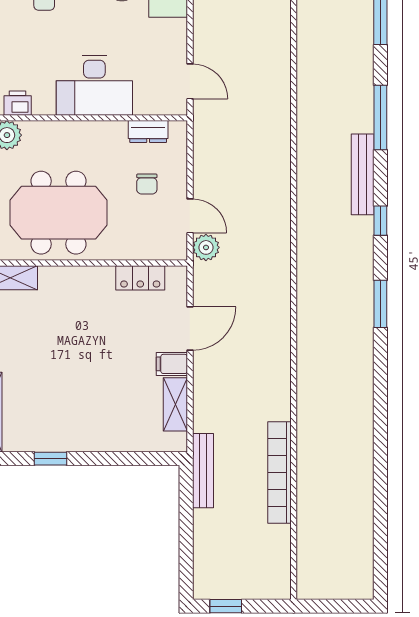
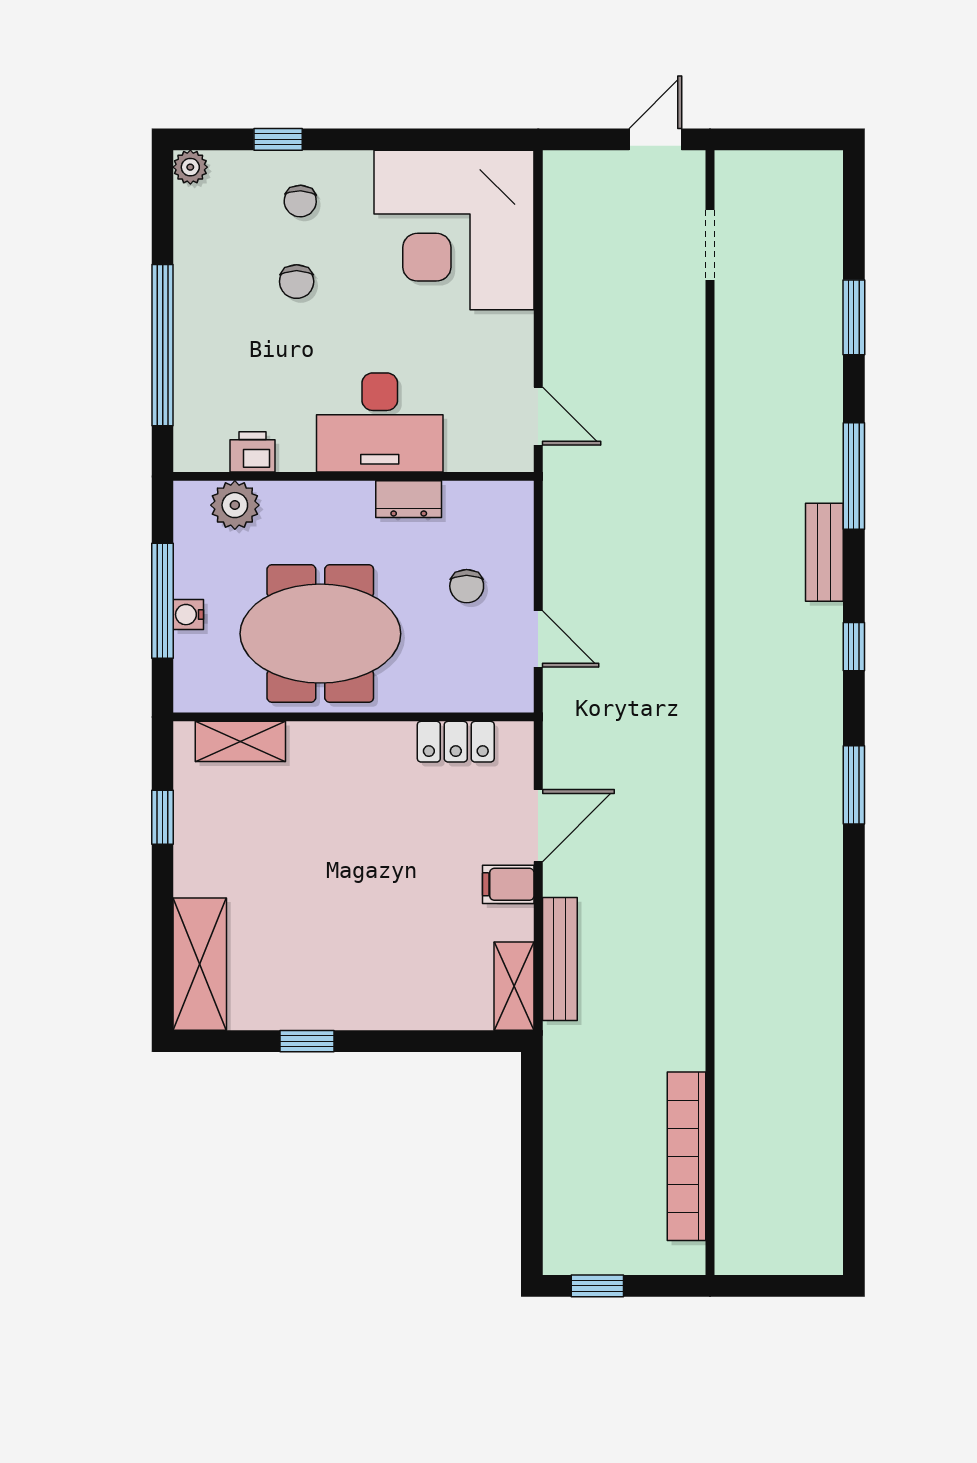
dresser: (148, 132) -> (409, 499), moved
bench: (363, 174) -> (824, 552), width x0.73
plant: (206, 247) -> (565, 691), removed
shelving: (175, 404) -> (514, 986), moved
bench: (203, 471) -> (560, 959), moved
bookcase: (279, 472) -> (687, 1156), moved

